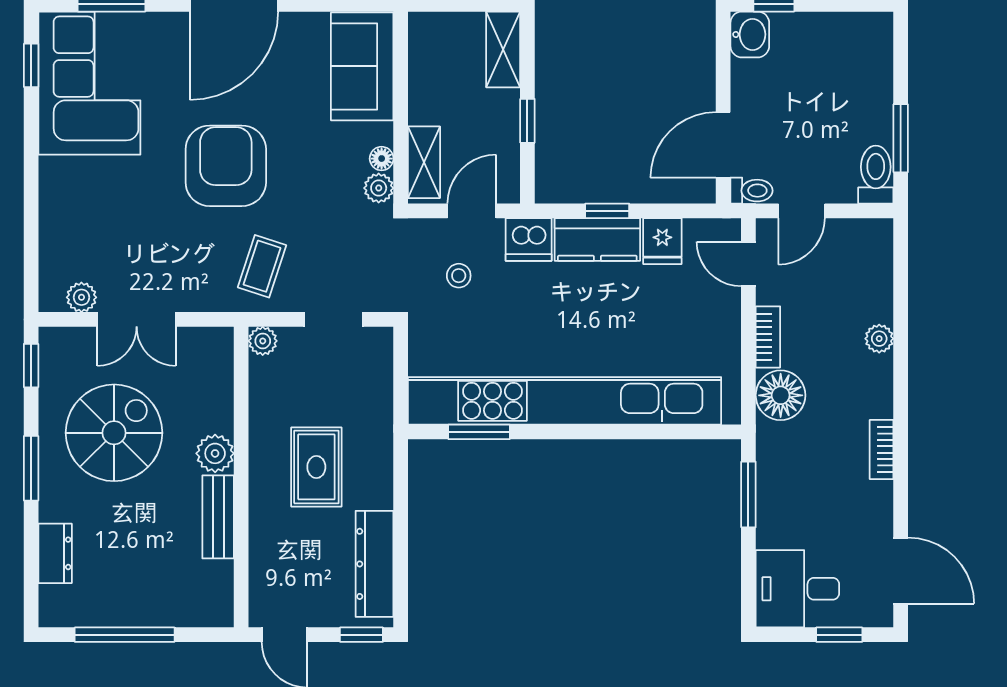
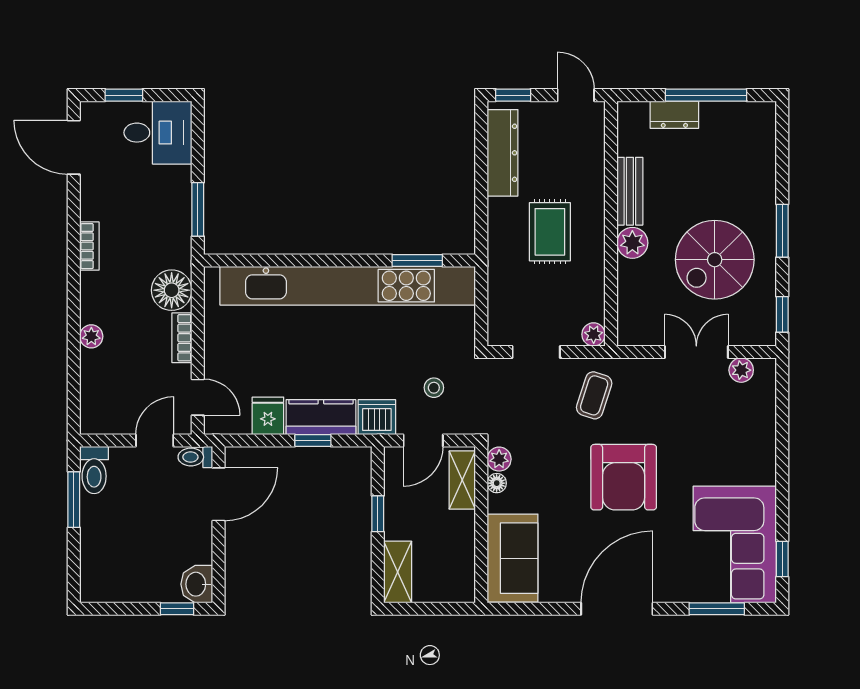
dresser: (55, 553) -> (674, 115), moved, turned -90

